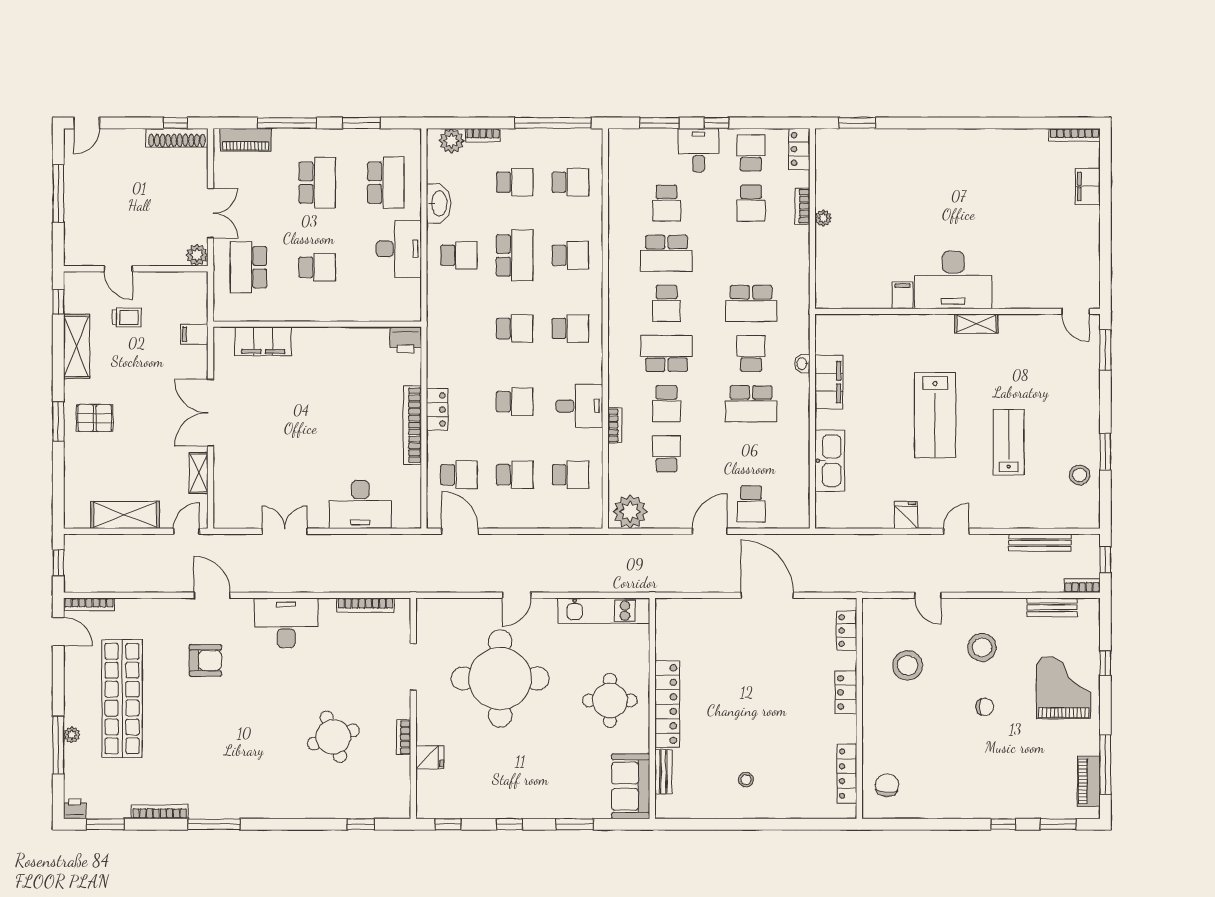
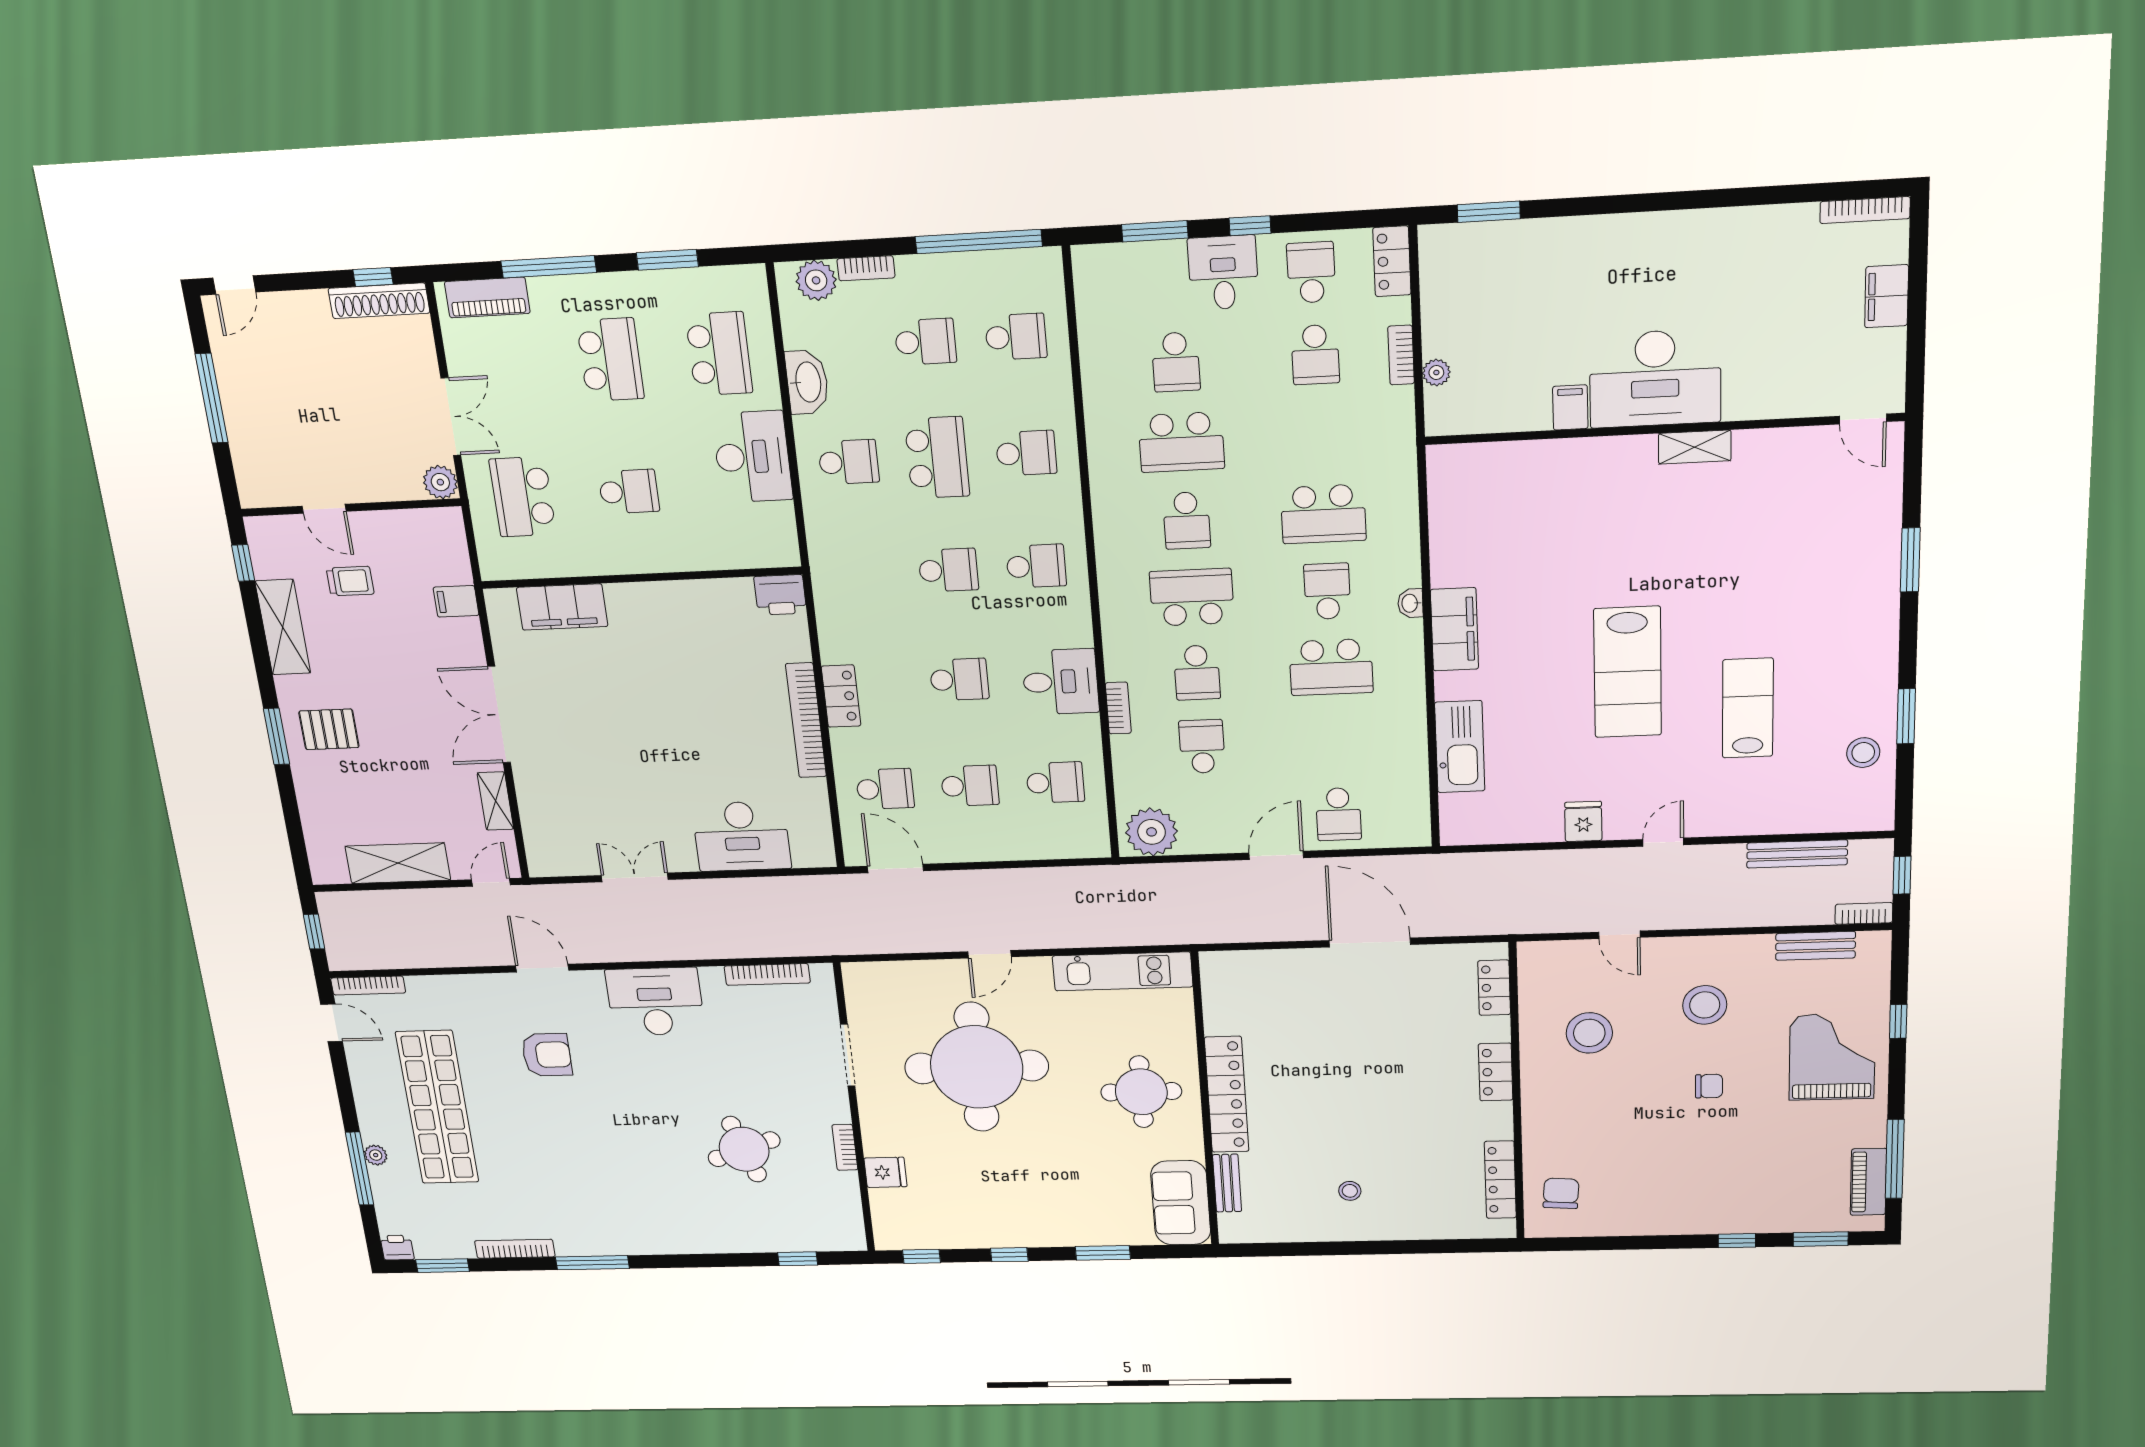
desk: (953, 280) -> (1655, 378), moved
filing cabinet: (903, 295) -> (1570, 407), moved
wall: (957, 311) -> (1663, 429), moved
door: (1076, 311) -> (1863, 419), moved
shelving: (976, 324) -> (1695, 447), moved

